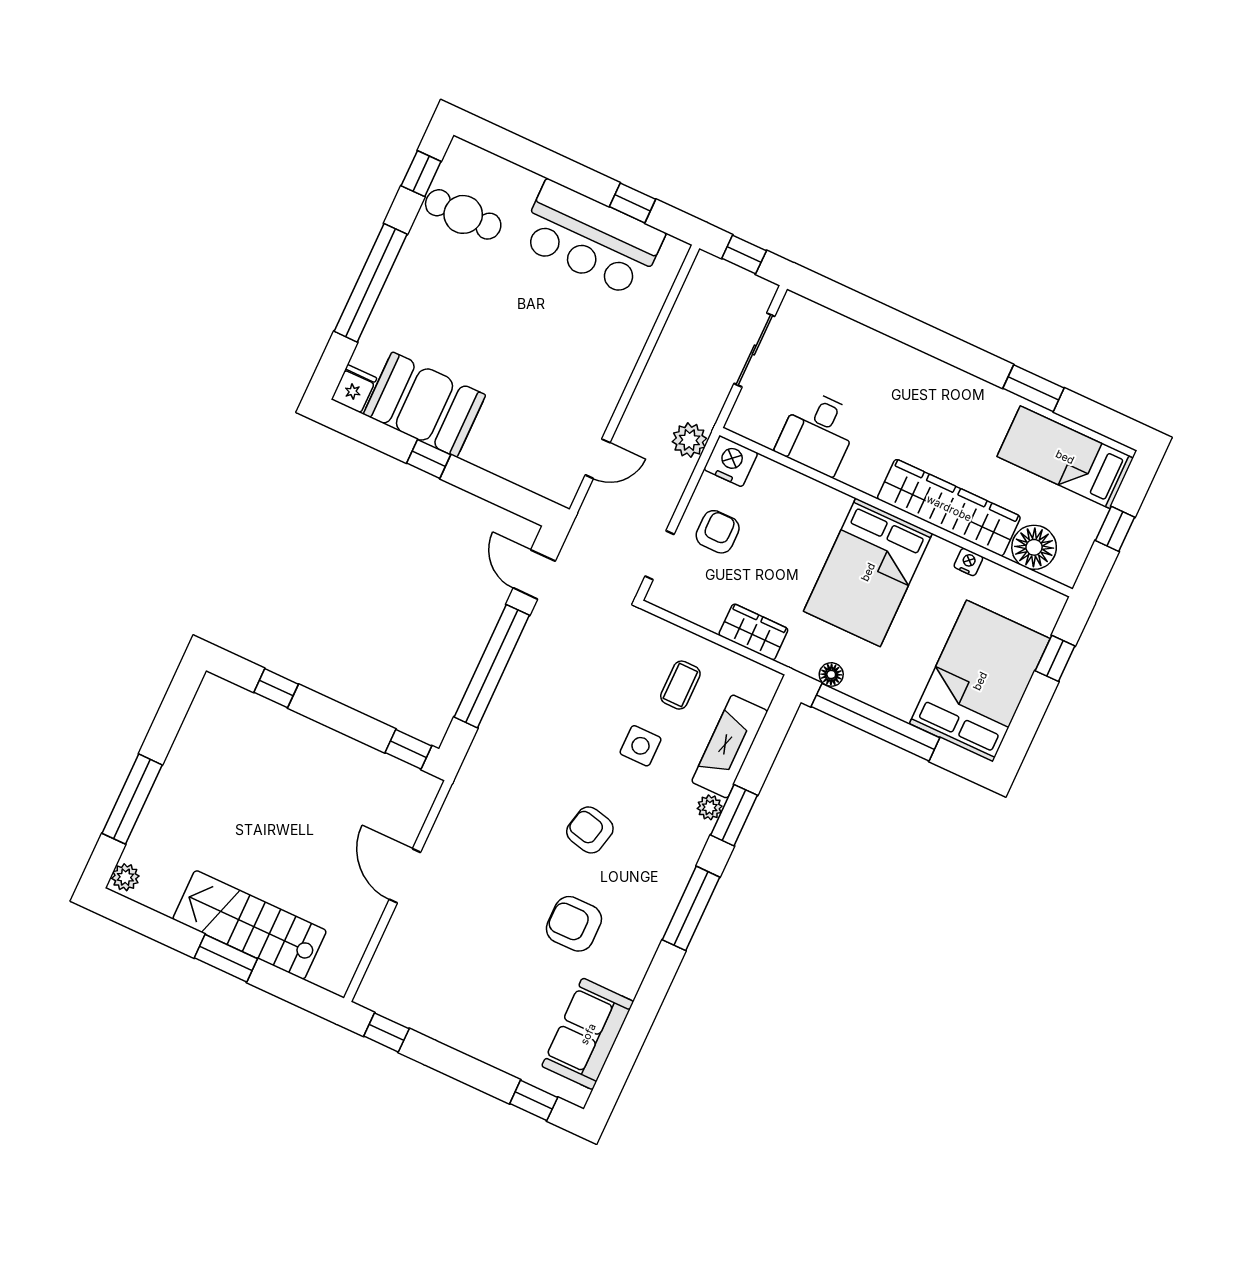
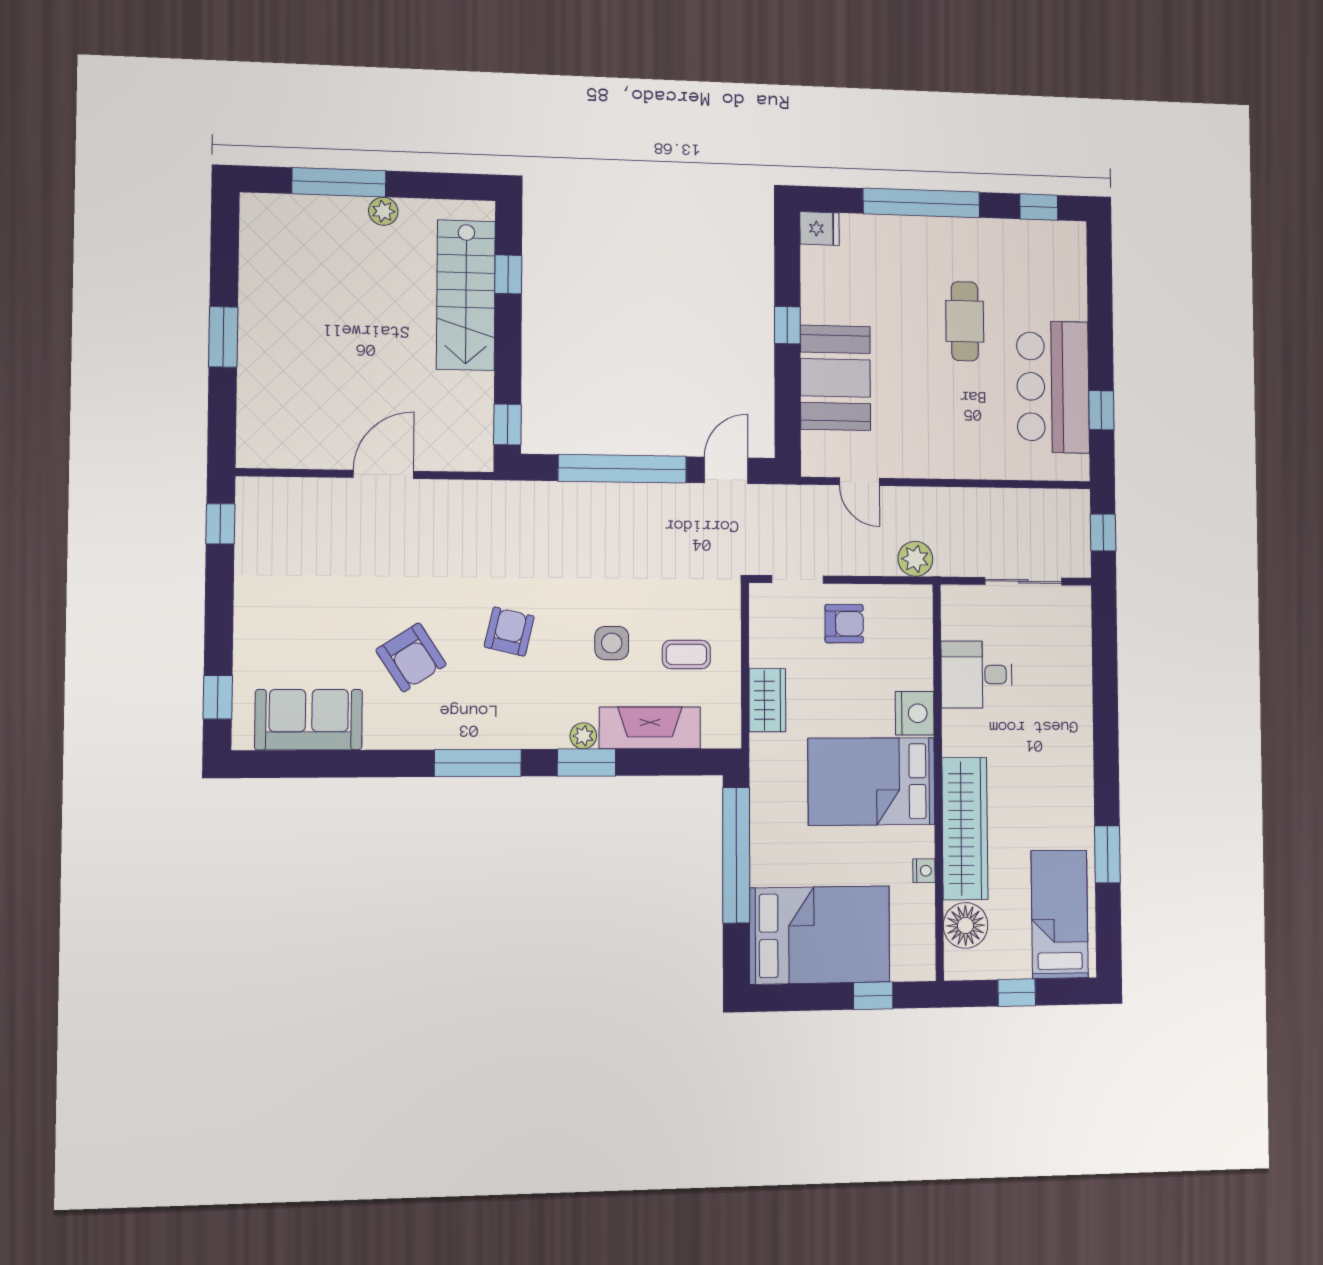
cafe table: (463, 214) -> (965, 321), moved
booth: (424, 405) -> (835, 378), moved
nightstand: (731, 461) -> (915, 713), moved
floor lamp: (831, 674) -> (761, 792), removed
plant: (125, 877) -> (383, 211), moved
armchair: (574, 924) -> (411, 657), turned 147
stairs: (250, 925) -> (466, 295), moved, turned 180

